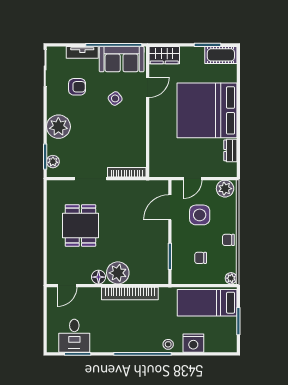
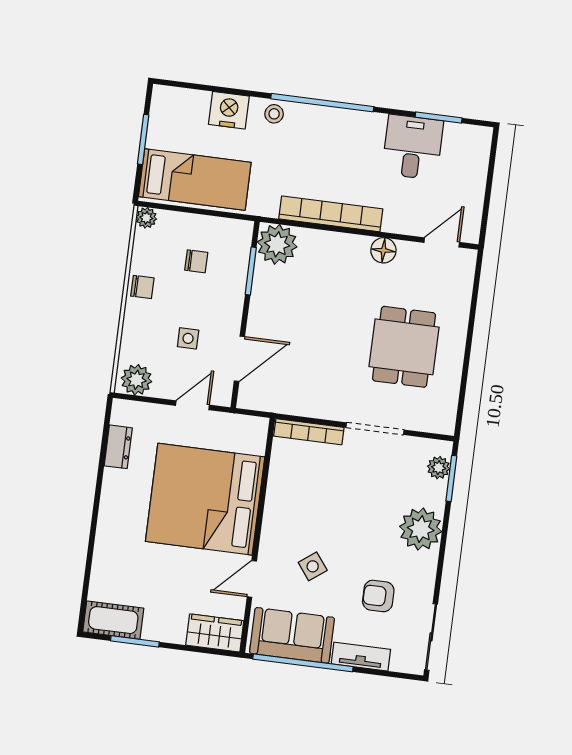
bed: (207, 110) -> (205, 499), moved, turned 180
side table: (200, 215) -> (188, 338), width x0.54, depth x0.54
plant: (118, 273) -> (277, 244), moved
desk: (74, 336) -> (413, 147), moved

